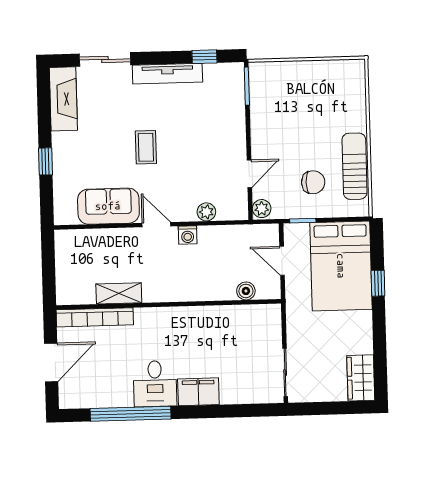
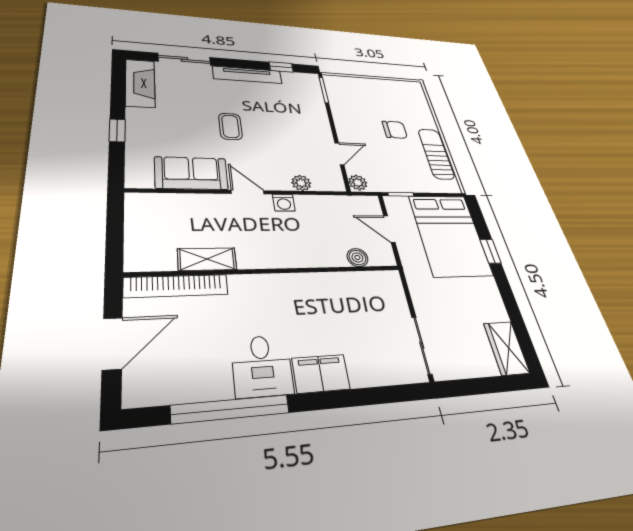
chair: (313, 182) -> (395, 130), moved

